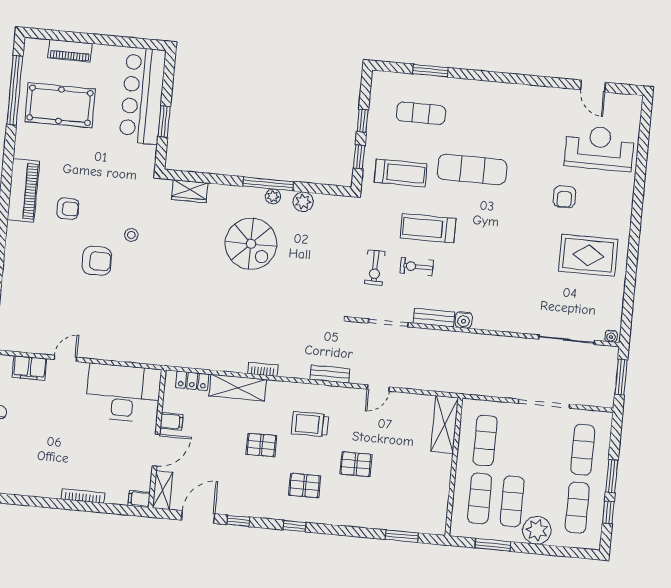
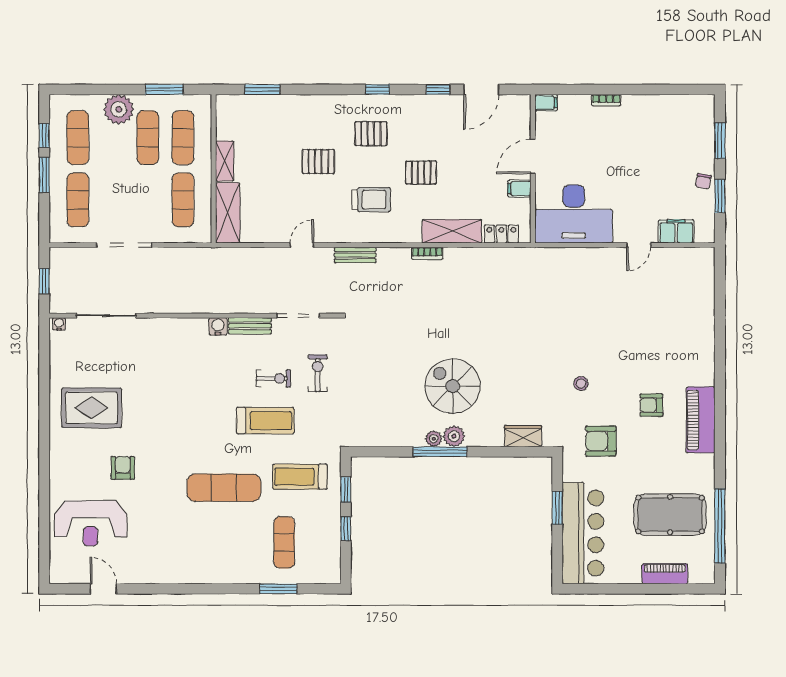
exercise mat: (421, 113) -> (284, 542), turned 90
plant: (303, 202) -> (454, 436), moved
armchair: (97, 261) -> (601, 441), moved
window: (621, 377) -> (44, 281), width x0.67
shelving: (163, 490) -> (225, 161), moved
bookcase: (83, 496) -> (606, 100), width x0.64

